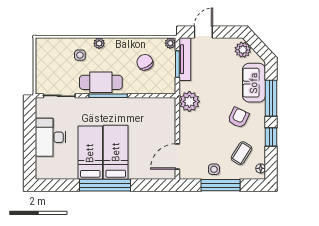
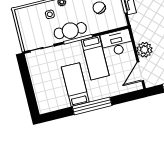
plant: (189, 101) -> (144, 50), moved
desk: (50, 137) -> (117, 43), moved, turned 90
bed: (116, 152) -> (95, 58), moved, turned 180

